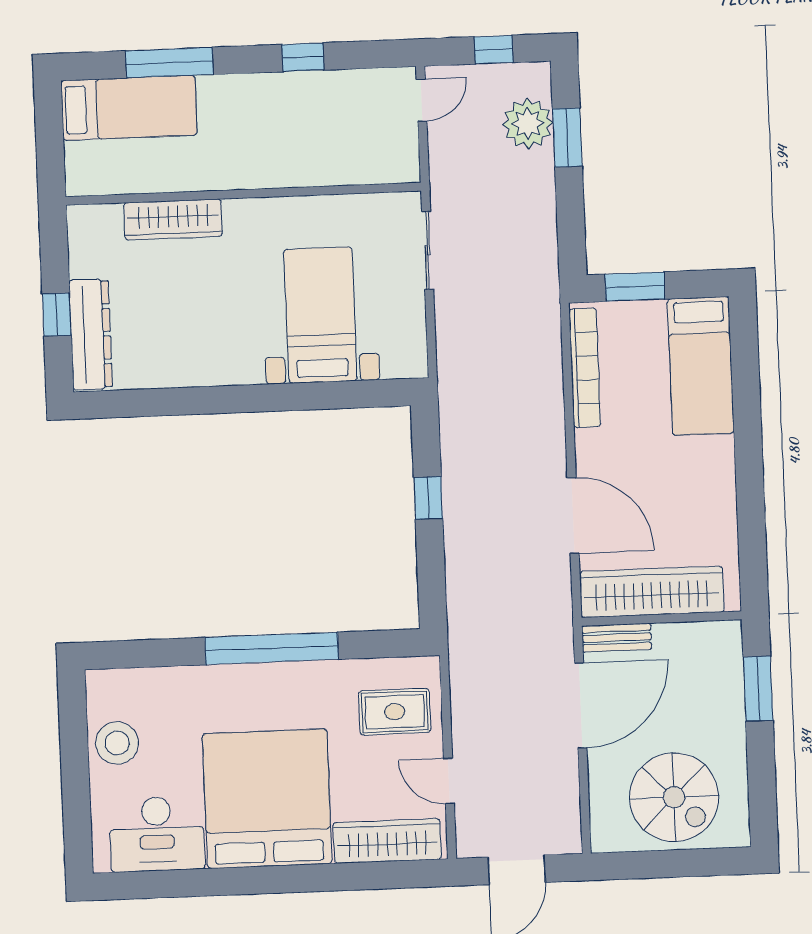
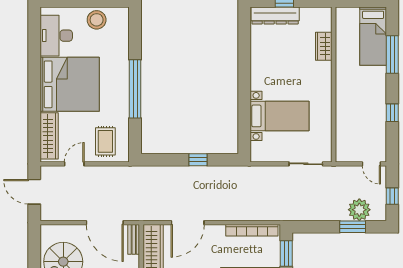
wardrobe: (173, 220) -> (324, 46), width x0.67

